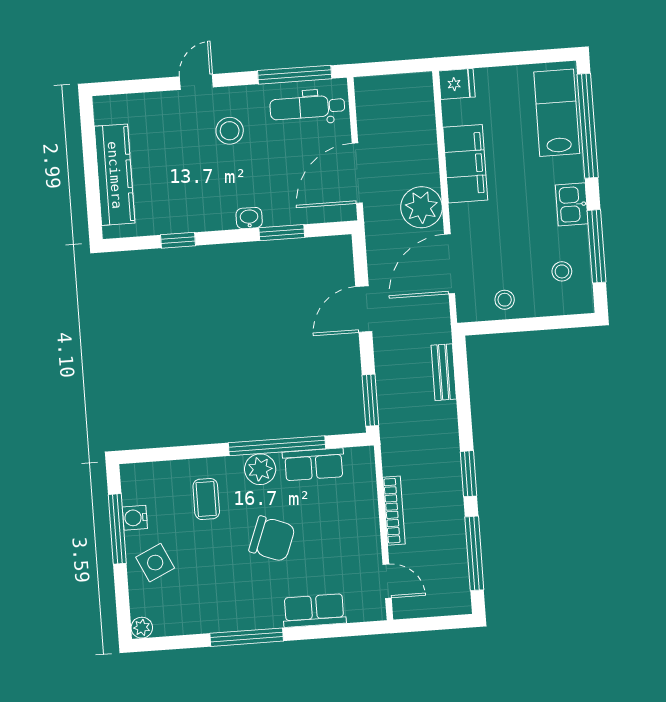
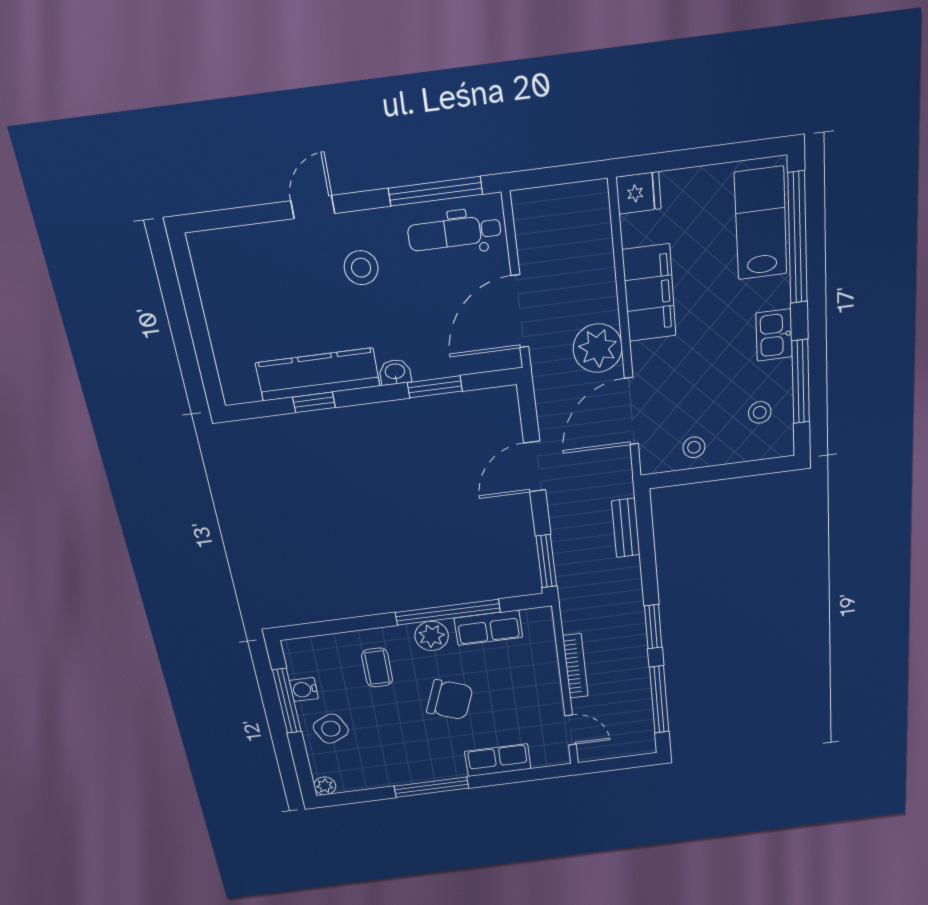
kitchen counter: (115, 175) -> (318, 374), moved, turned -90

